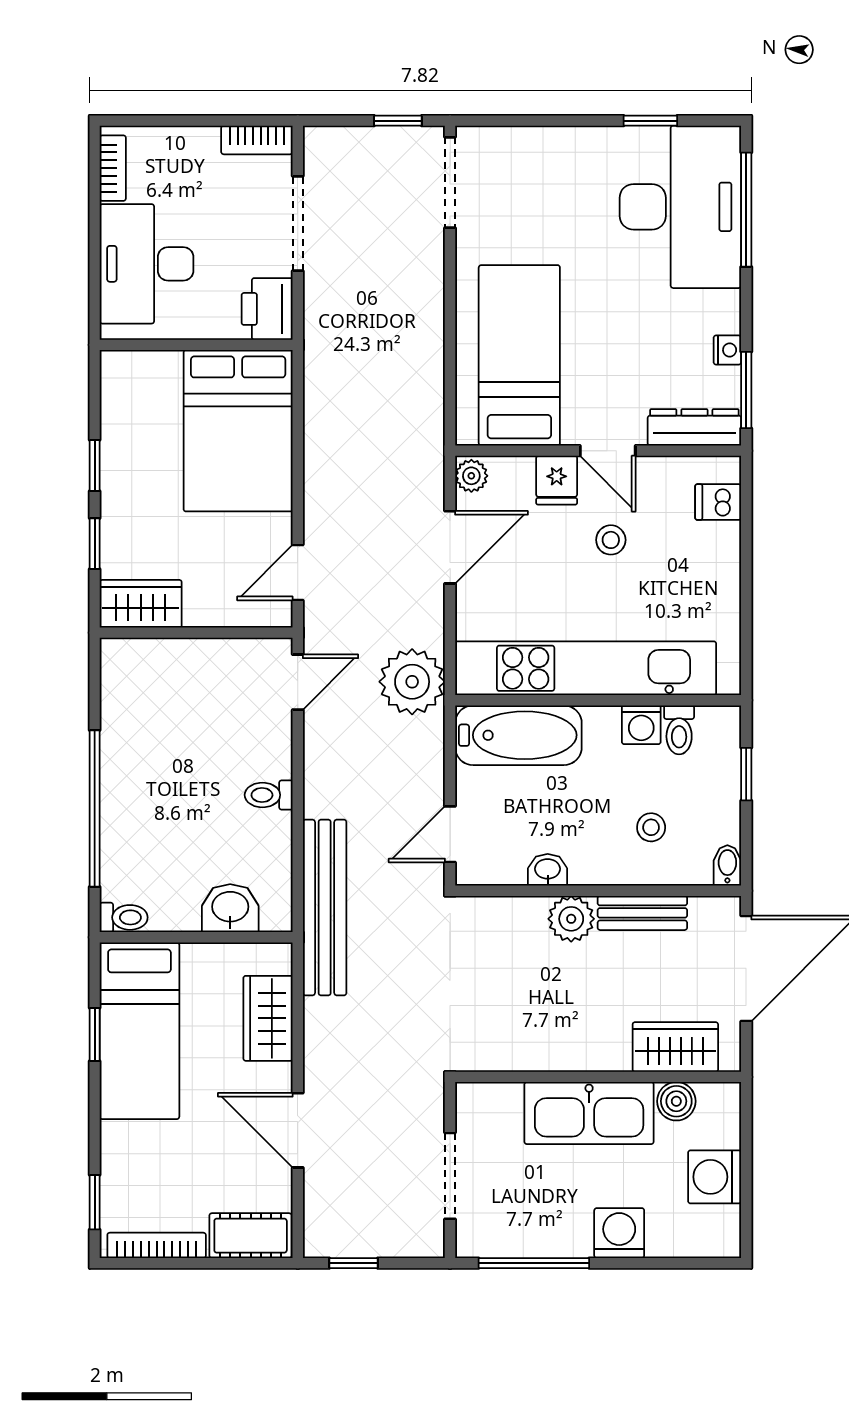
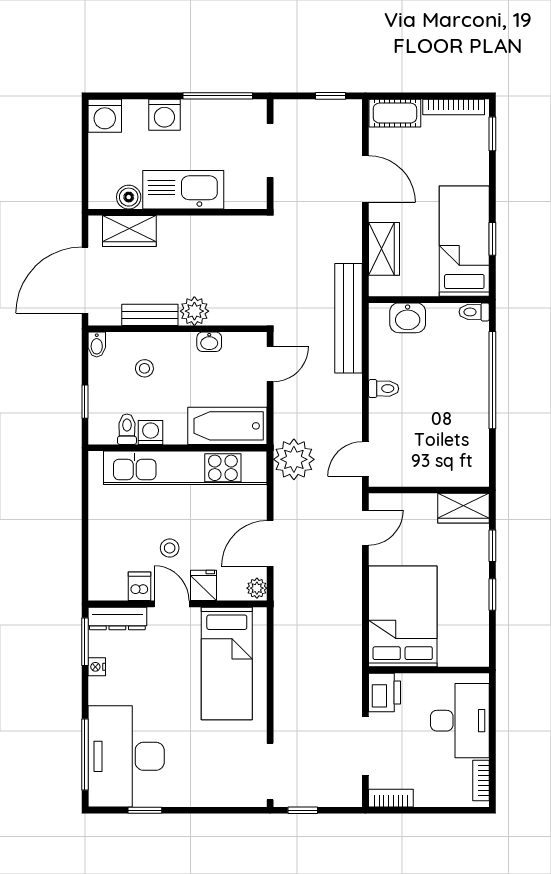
dishwasher: (718, 502) -> (140, 586), moved, turned -90
washing machine: (715, 1177) -> (105, 116), moved, turned 90

